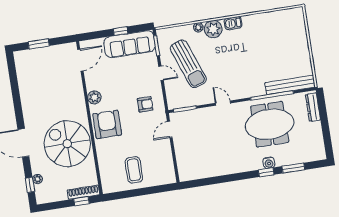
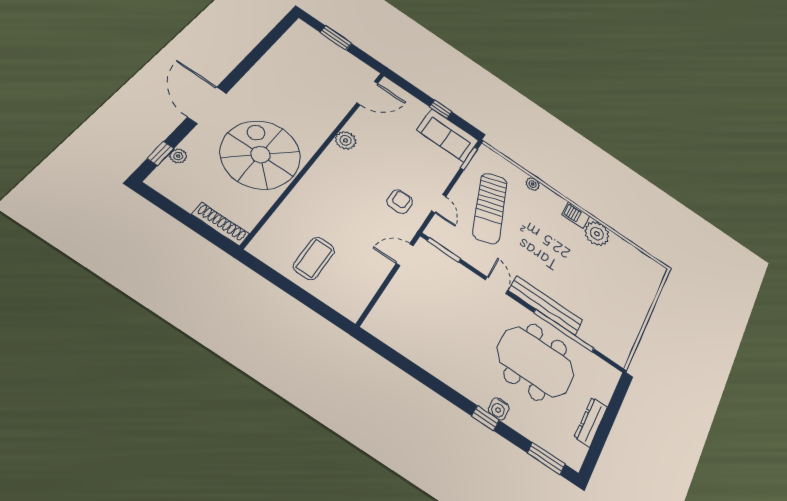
plant: (213, 29) -> (597, 234), moved
sofa: (130, 44) -> (448, 135), width x0.73
door: (161, 73) -> (439, 204), moved
bench: (290, 85) -> (546, 306), moved
armchair: (145, 104) -> (400, 202), turned -90
dresser: (313, 107) -> (591, 422), moved
armchair: (107, 124) -> (332, 180), removed
window: (293, 168) -> (546, 459), moved
window: (82, 201) -> (206, 232), removed

